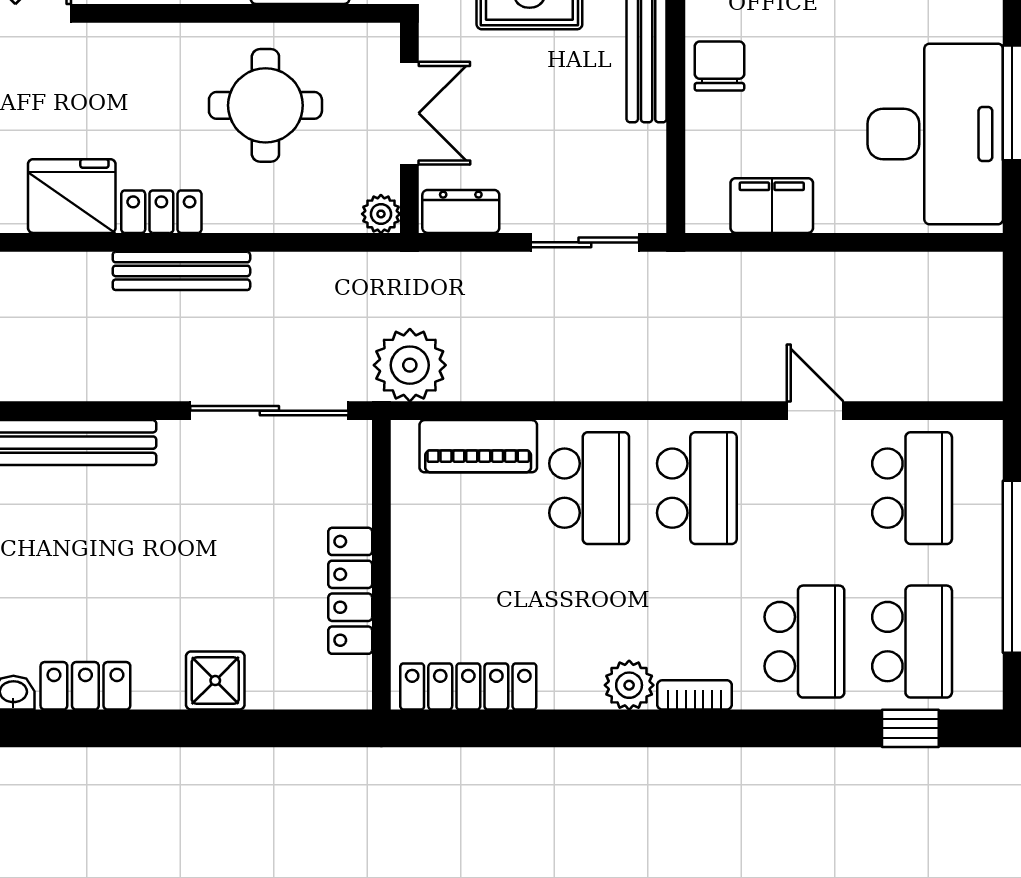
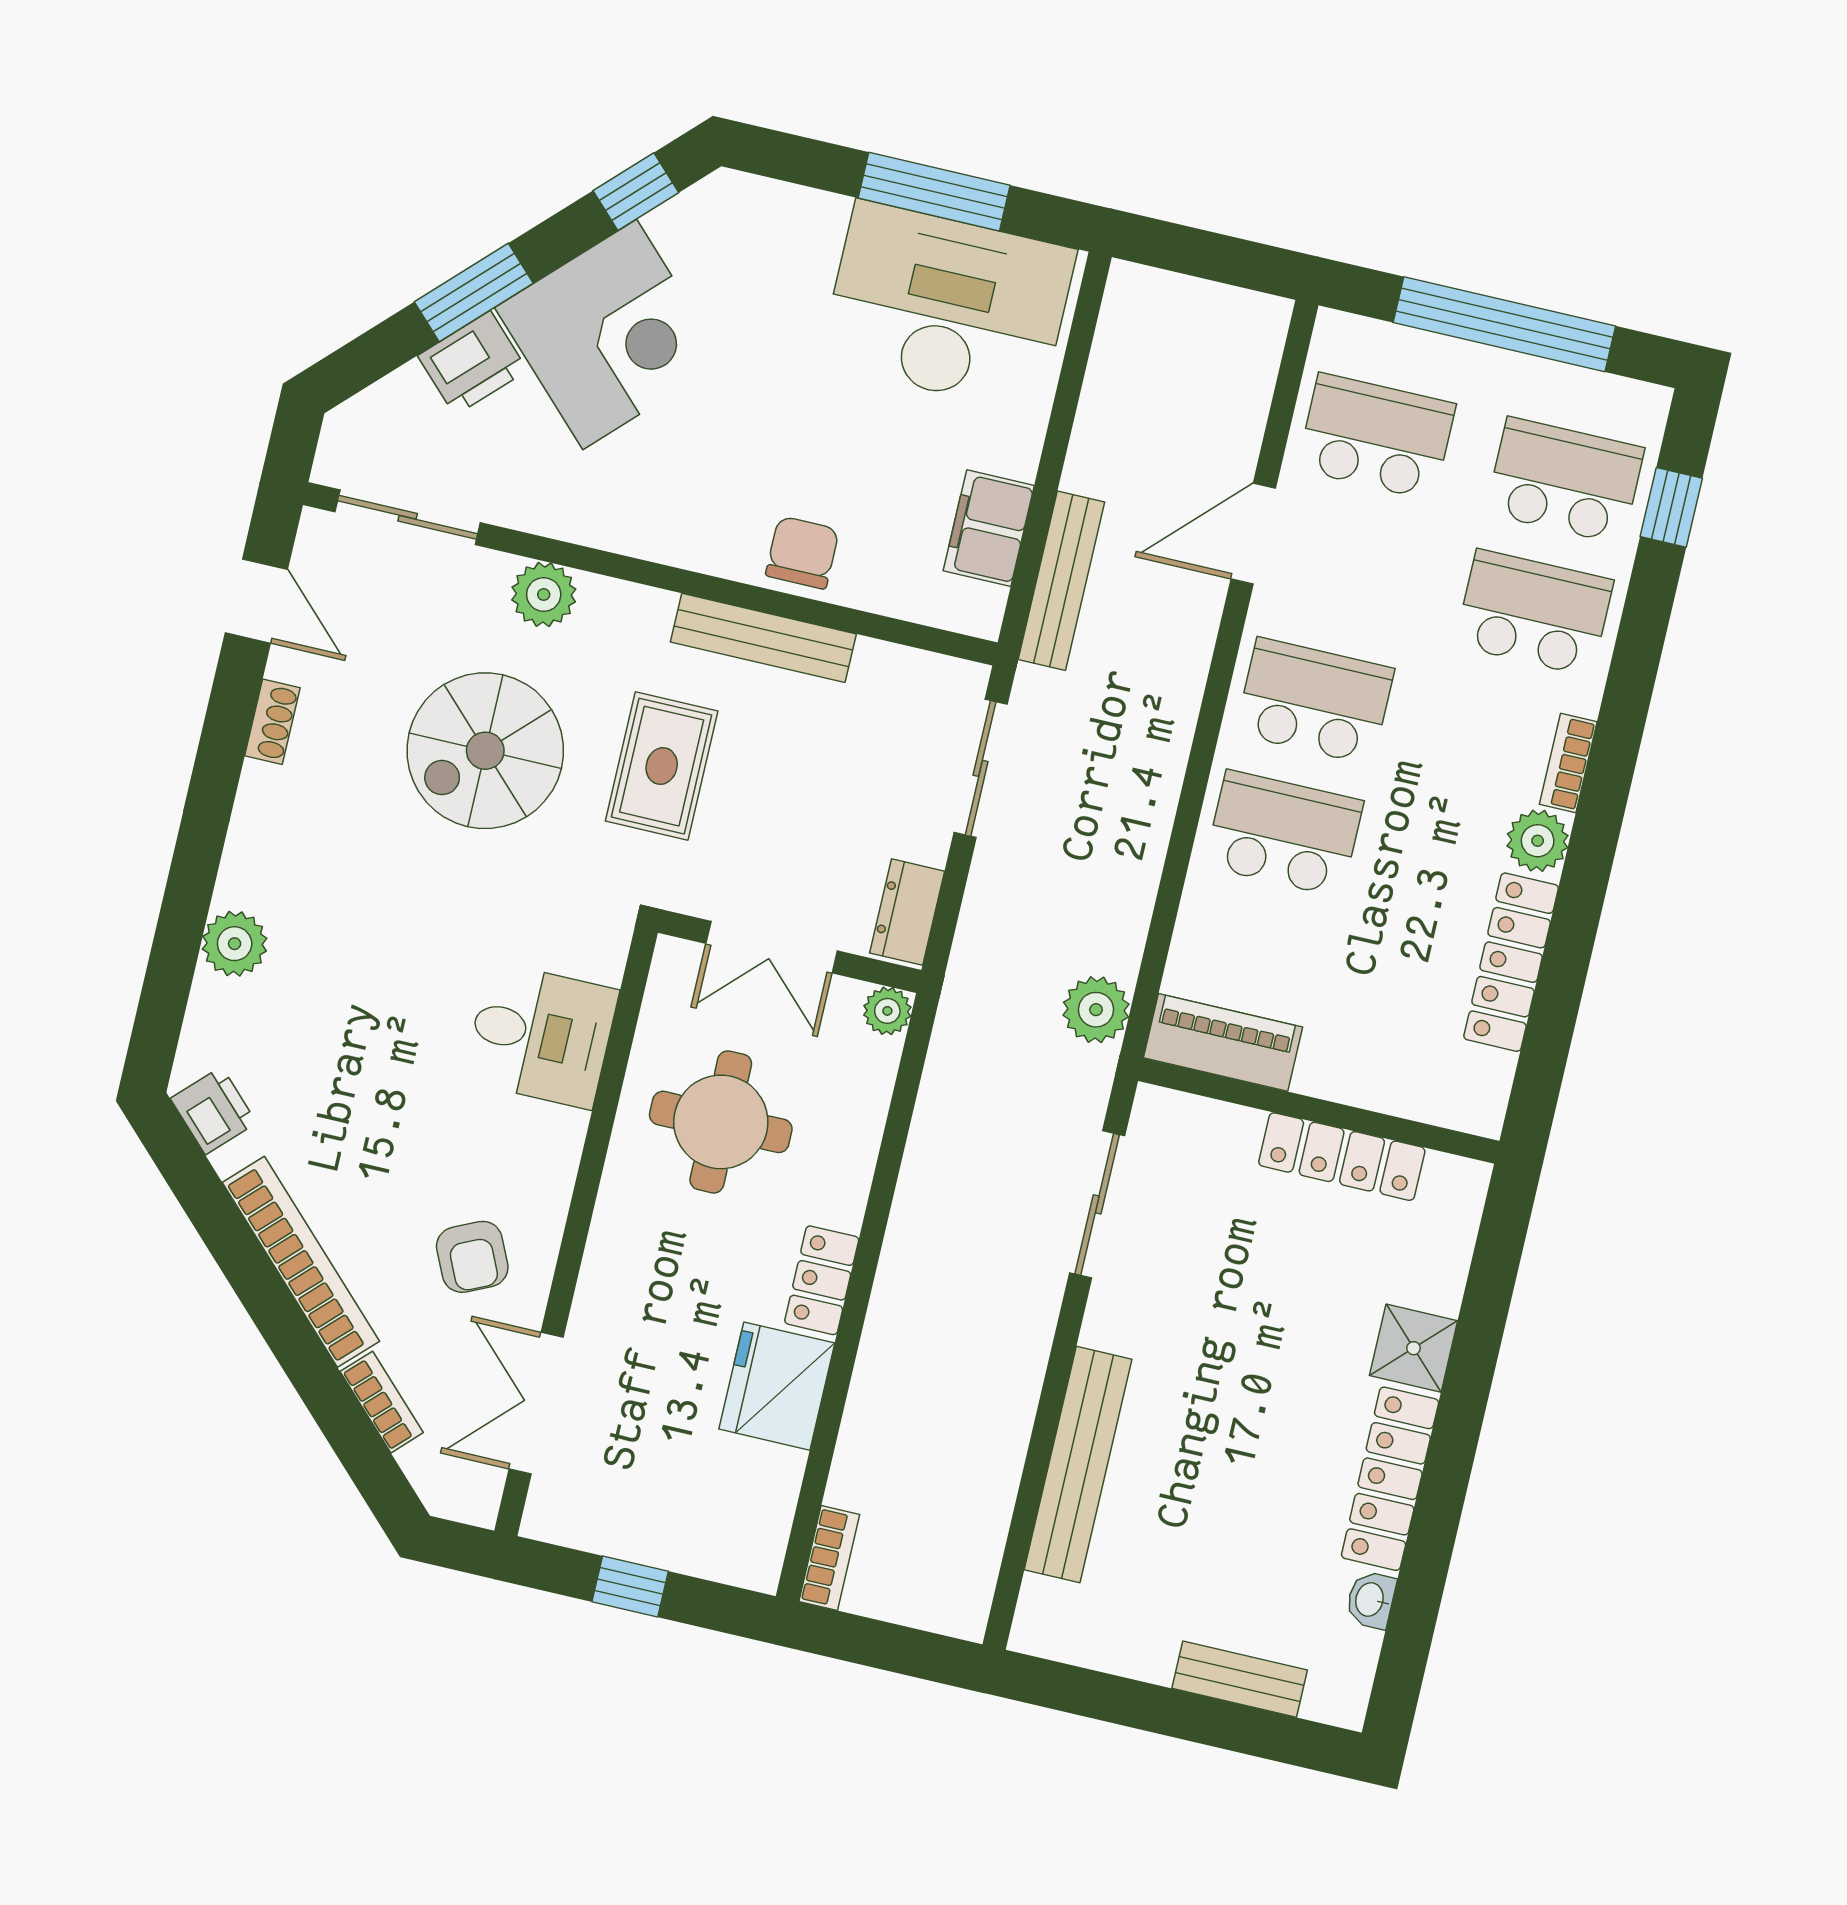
chair: (719, 66) -> (802, 553), turned 90
double door: (409, 113) -> (772, 947), swing flipped
bench: (181, 271) -> (1061, 581), moved
plant: (410, 365) -> (1096, 1010), width x0.73, depth x0.73
sliding door: (269, 411) -> (1097, 1204), width x0.73
door: (815, 411) -> (1253, 534), width x1.38
piano: (478, 446) -> (1223, 1042), moved, turned -90
locker: (85, 686) -> (1390, 1479), width x1.53
locker: (468, 687) -> (1511, 962), moved

